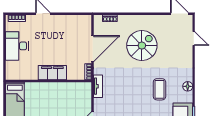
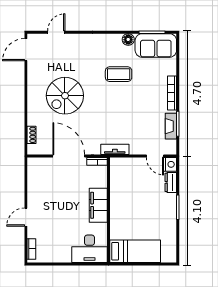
desk: (17, 46) -> (90, 249), moved
spiral stairs: (142, 46) -> (65, 96), turned -90
floor lamp: (188, 86) -> (128, 39), moved

